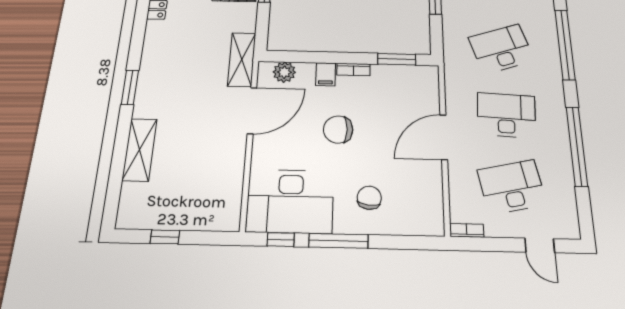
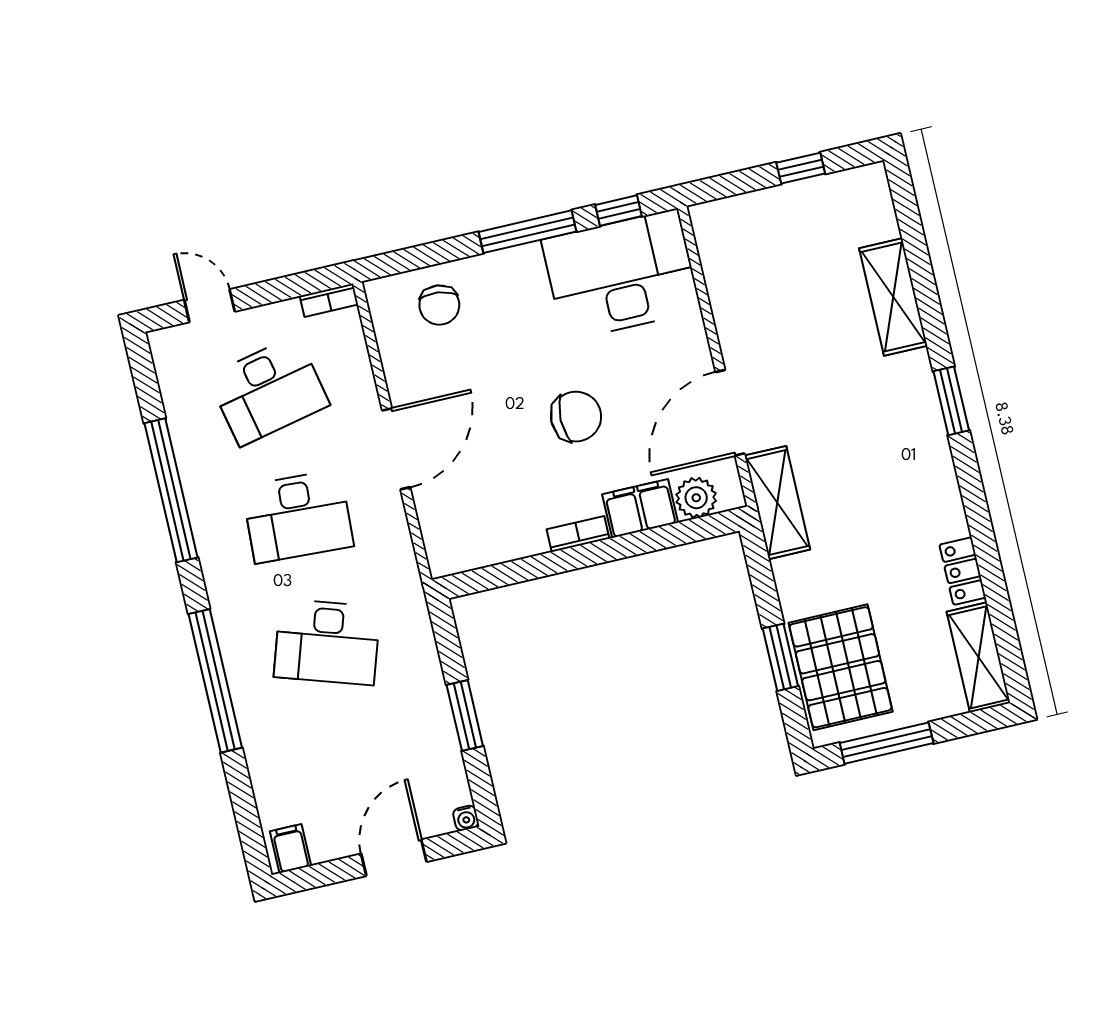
desk: (501, 49) -> (327, 642), turned 36
window: (397, 59) -> (507, 574), removed
filing cabinet: (326, 74) -> (640, 508), width x2.00
chair: (369, 198) -> (439, 305), moved

